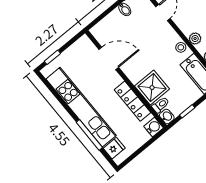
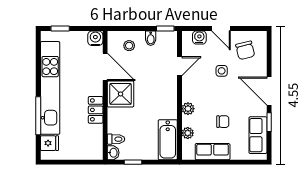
stool: (181, 47) -> (129, 46), moved
shower: (152, 88) -> (121, 94), moved
locker: (132, 101) -> (96, 110), width x0.66
water cooler: (154, 127) -> (95, 38), moved, turned -90

